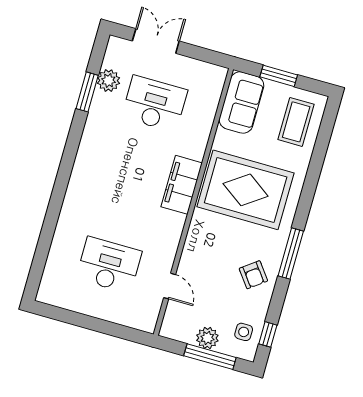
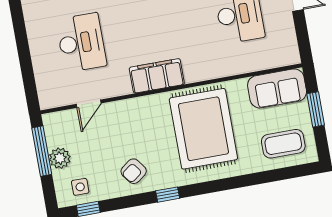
filing cabinet: (182, 185) -> (157, 76), moved
window: (291, 254) -> (168, 195), width x0.46
window: (210, 357) -> (42, 151), moved

